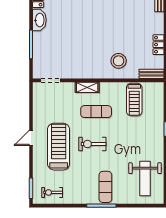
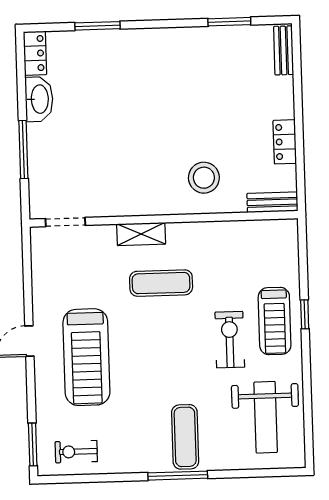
treadmill: (134, 100) -> (275, 321), moved
exercise bike: (92, 144) -> (230, 340), moved, turned 90
treadmill: (59, 147) -> (86, 357), turned 180

